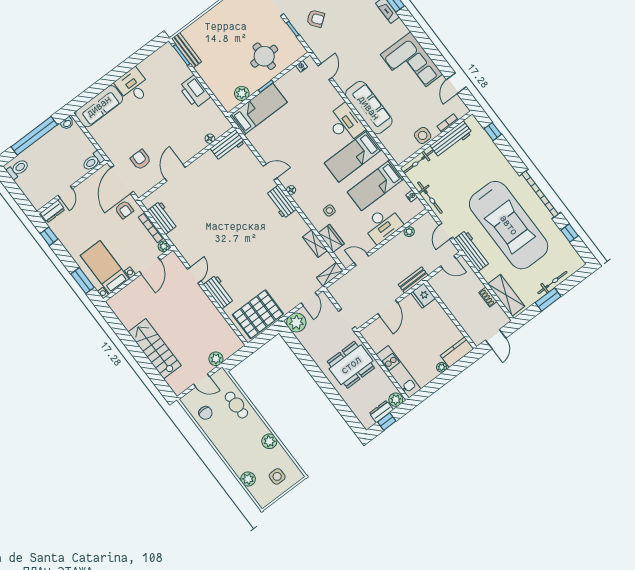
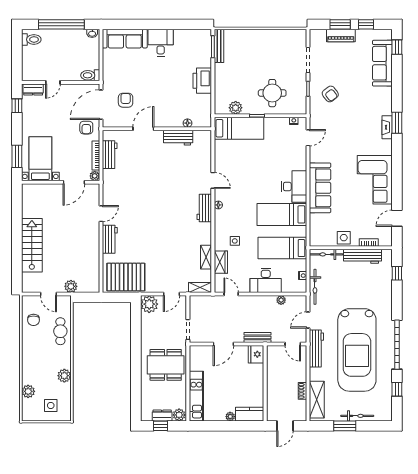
workbench: (228, 145) -> (178, 138), moved

